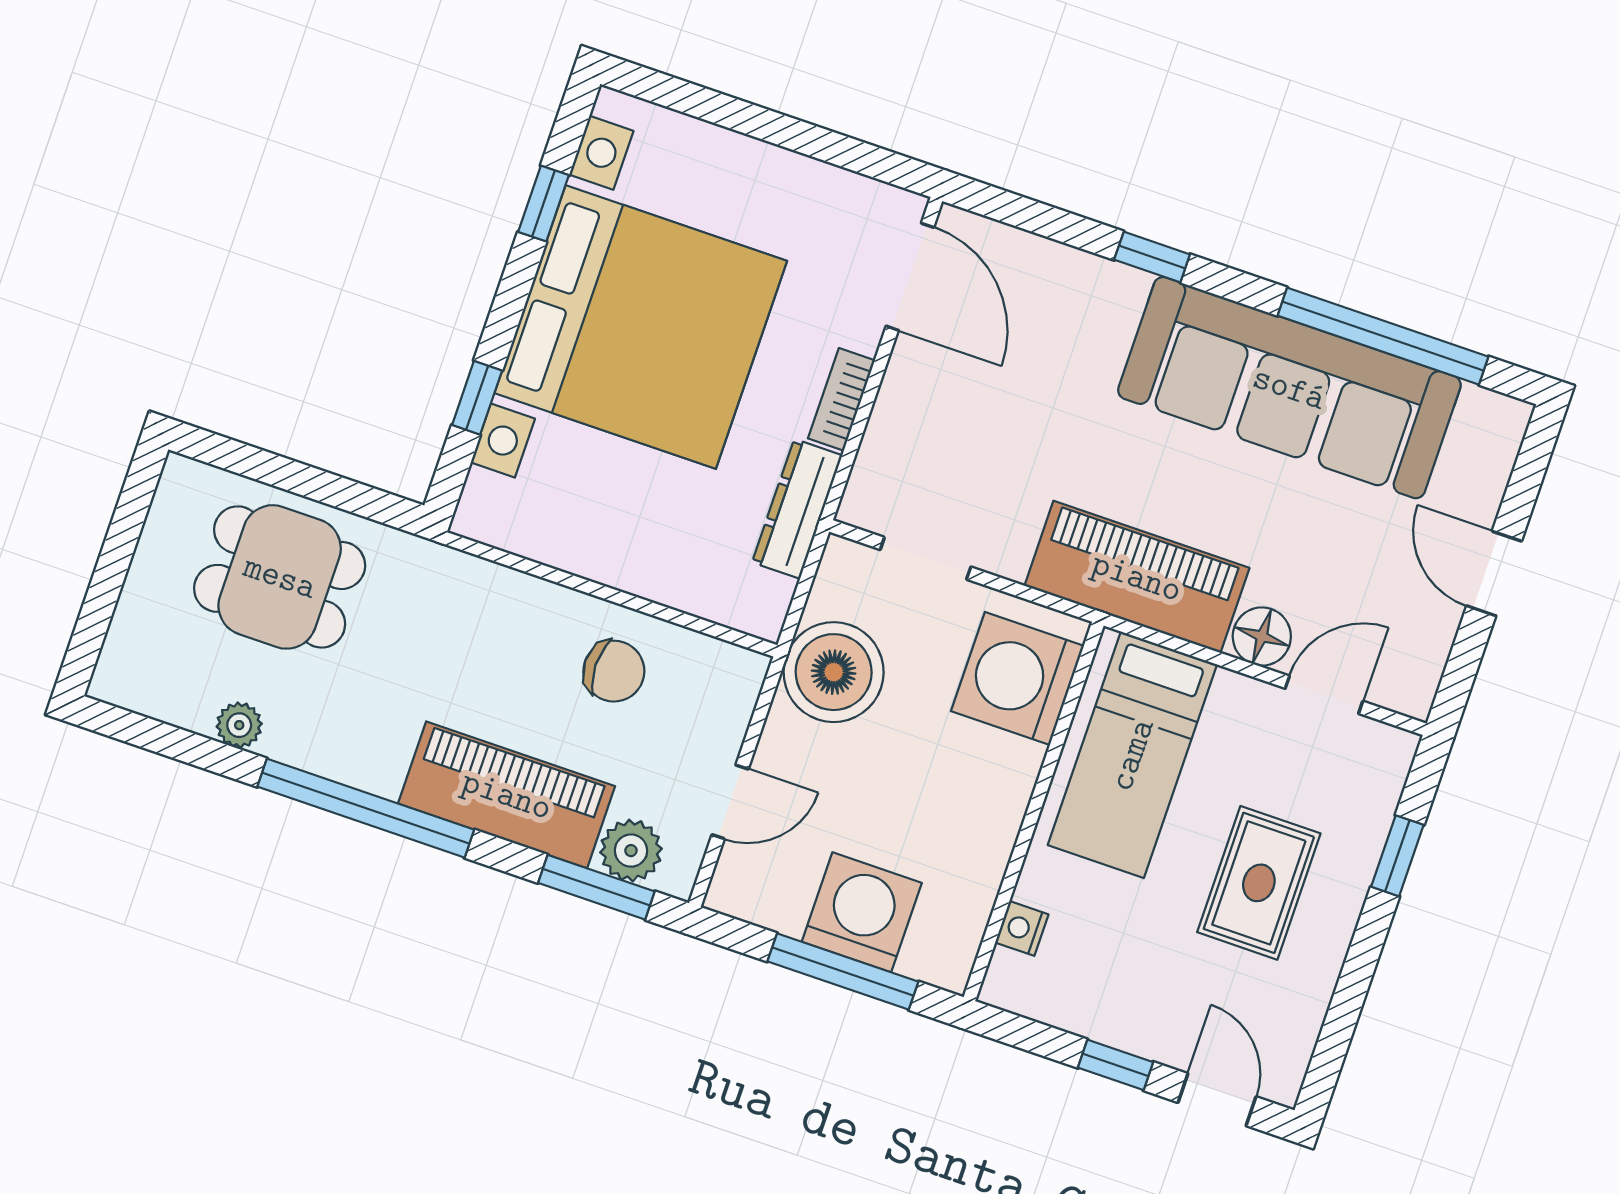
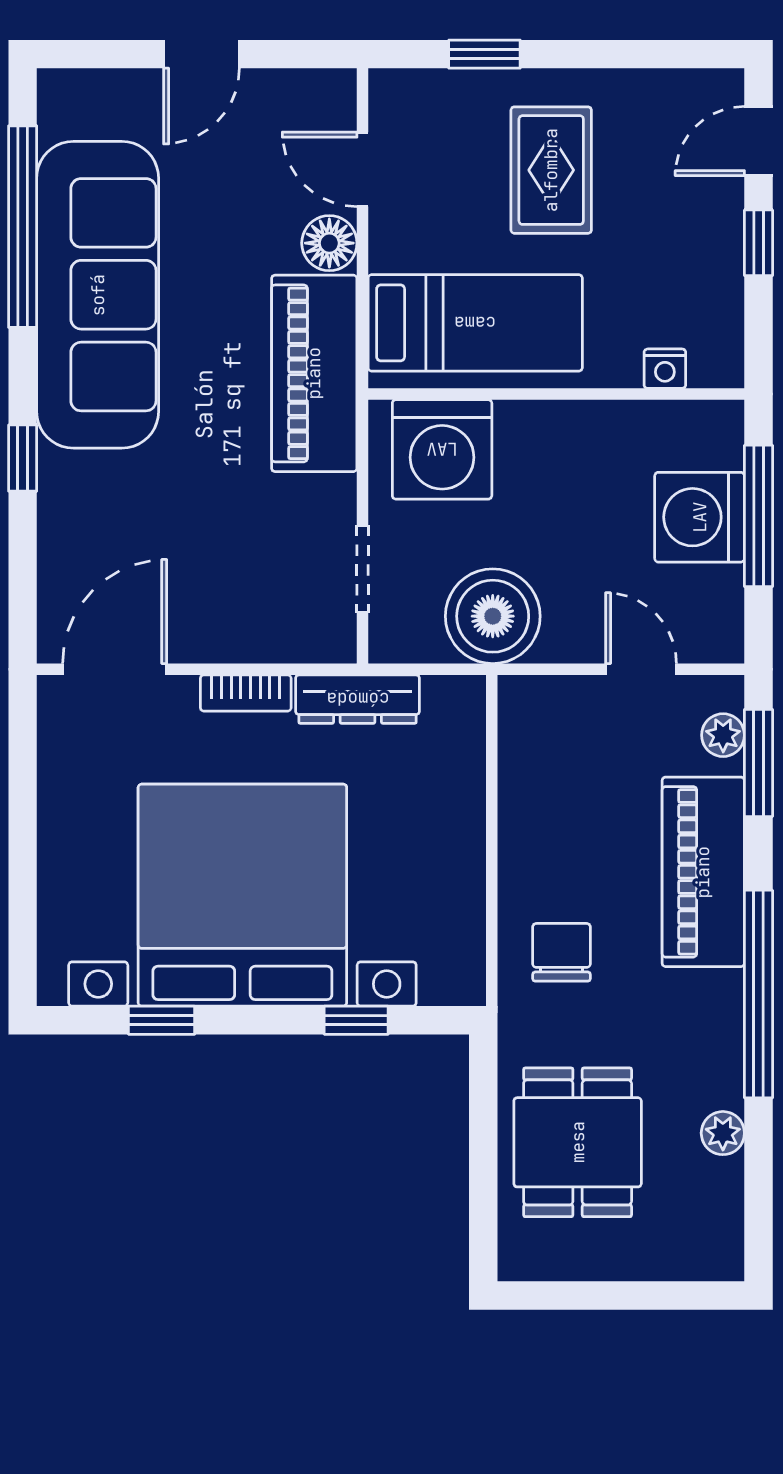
chair: (614, 671) -> (561, 952), moved
plant: (631, 851) -> (723, 735), width x0.73, depth x0.73
rug: (1259, 883) -> (551, 170), turned 90

